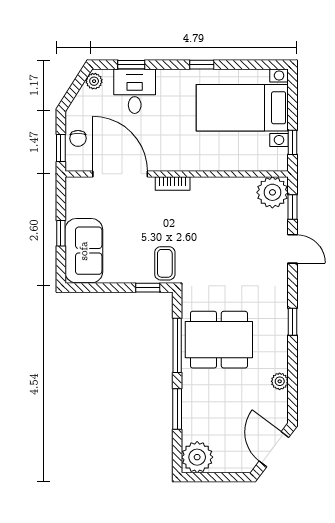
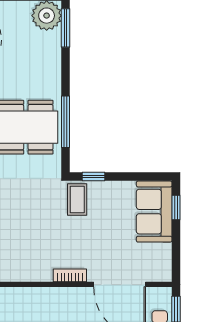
window: (61, 233) -> (176, 208), moved
window: (177, 409) -> (66, 28), moved

